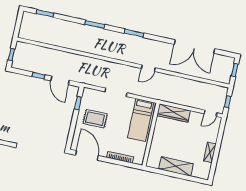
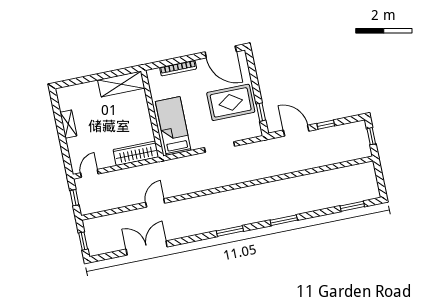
double door: (194, 47) -> (147, 248), width x0.73
door: (148, 68) -> (155, 203), moved
rug: (95, 119) -> (231, 102), width x1.36, depth x1.43
shelving: (176, 166) -> (121, 84), moved

